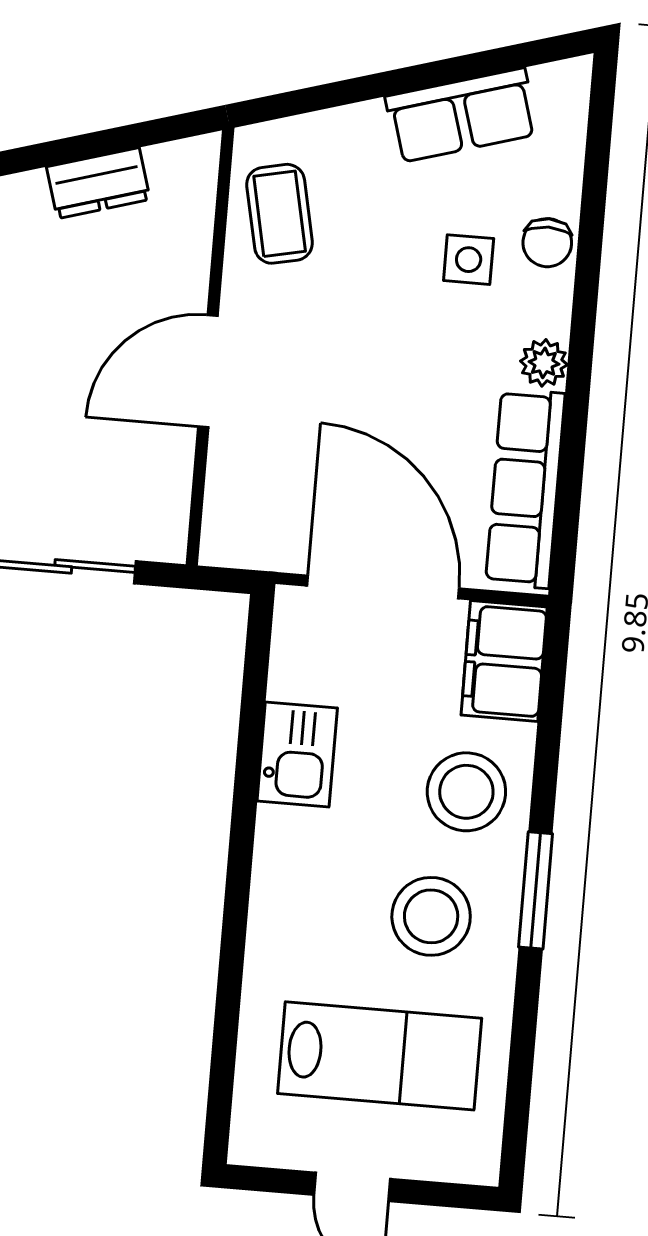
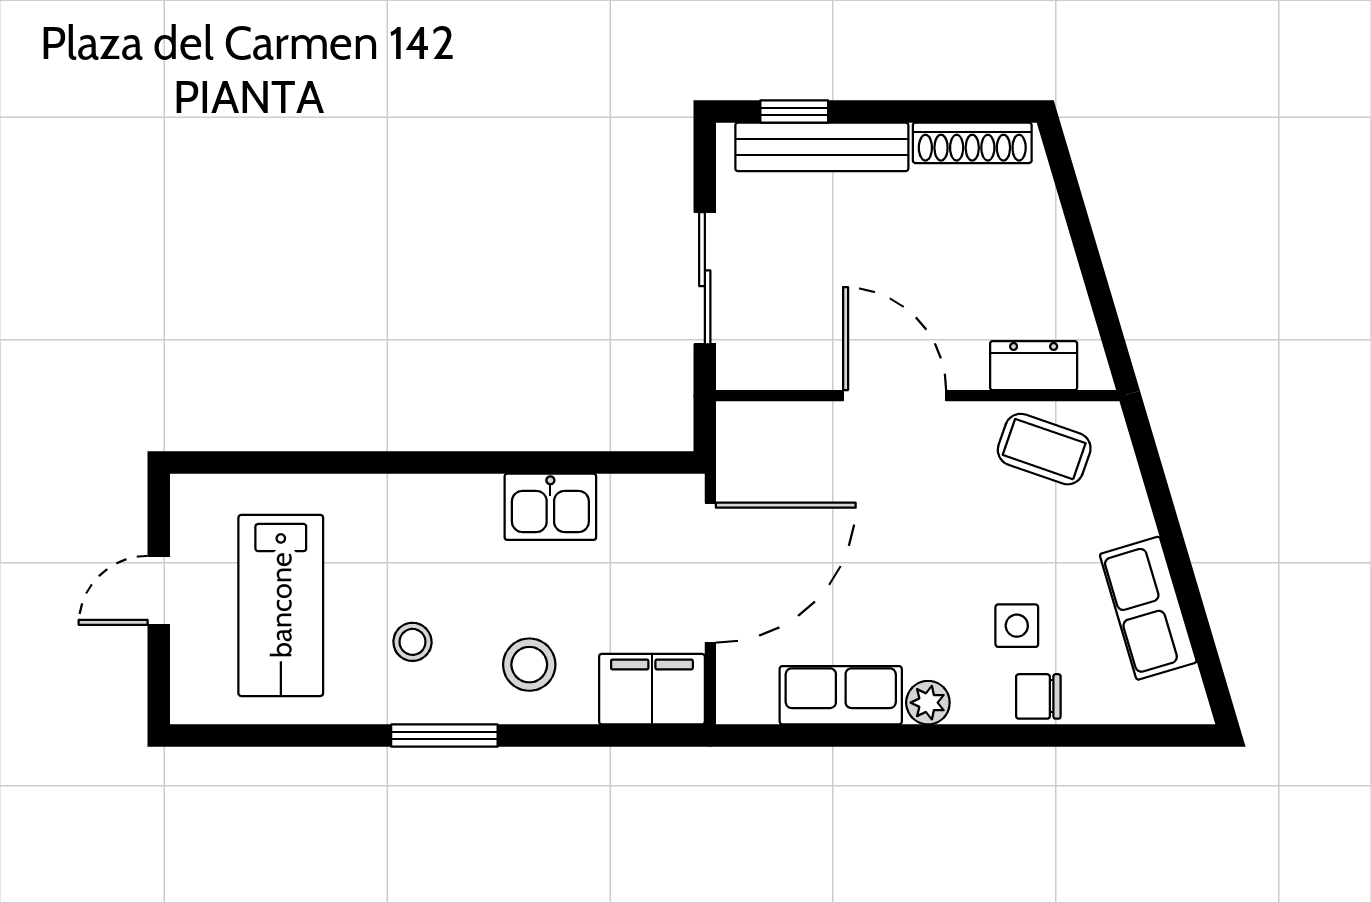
dresser: (98, 183) -> (1034, 366), moved, turned 107
coffee table: (280, 214) -> (1044, 449), turned 31
row of seats: (525, 488) -> (841, 695), width x0.68
stool: (466, 792) -> (529, 665), width x0.73, depth x0.73
stool: (431, 916) -> (412, 642), width x0.53, depth x0.53

